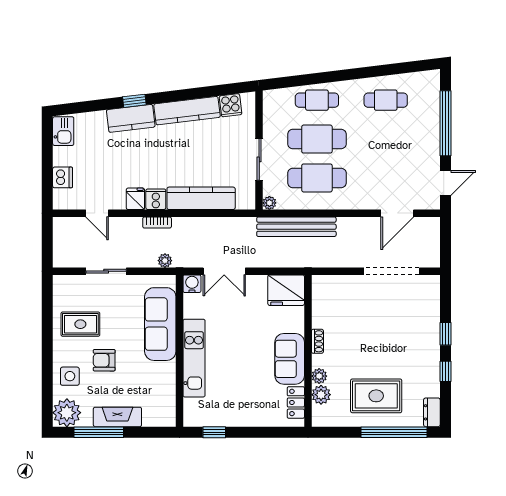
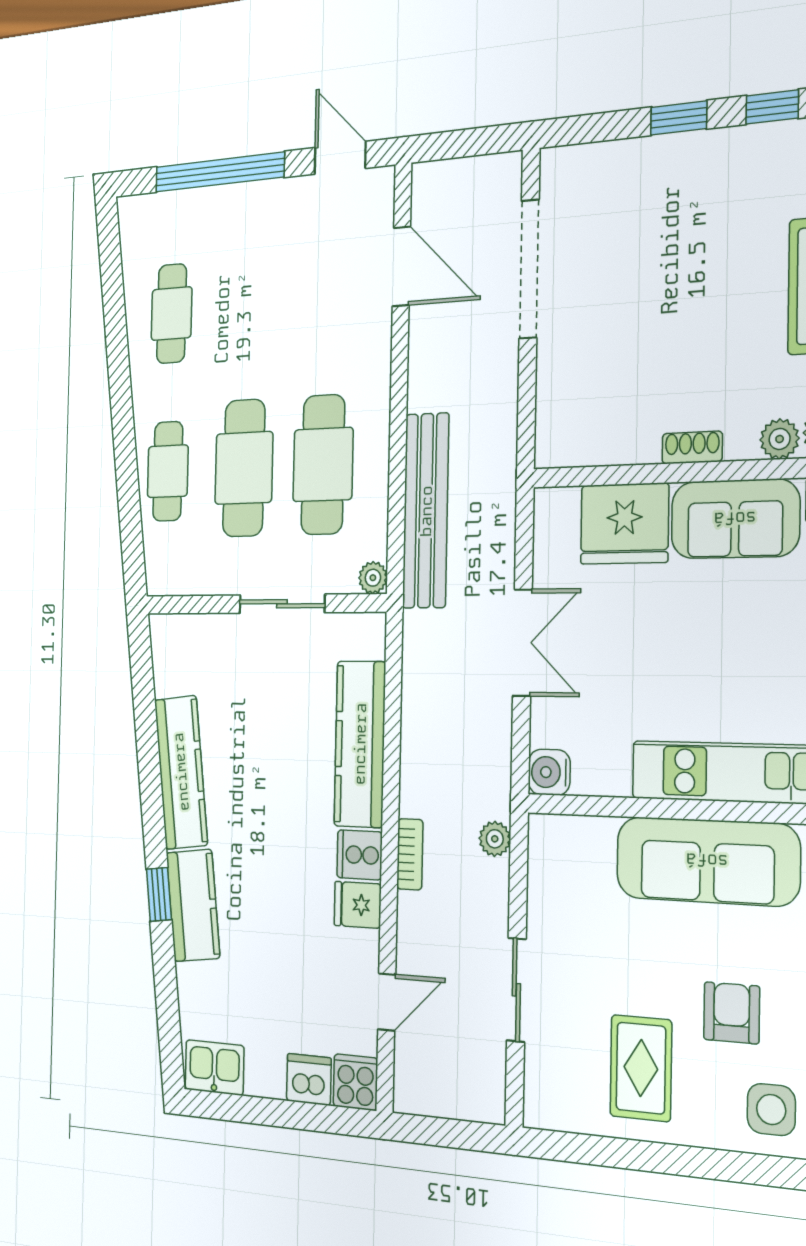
cooker: (231, 105) -> (355, 1082), moved, turned -83
double door: (224, 271) -> (522, 643), moved
fridge: (286, 290) -> (624, 524), moved, turned 90
sofa: (160, 324) -> (707, 861), moved
armchair: (104, 360) -> (732, 1013), turned 180

